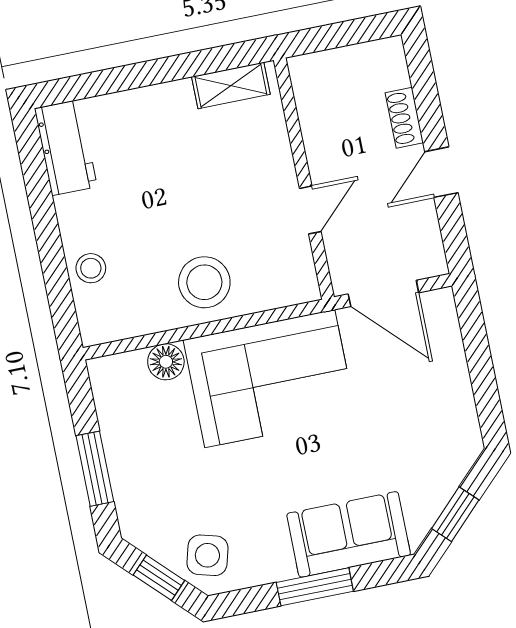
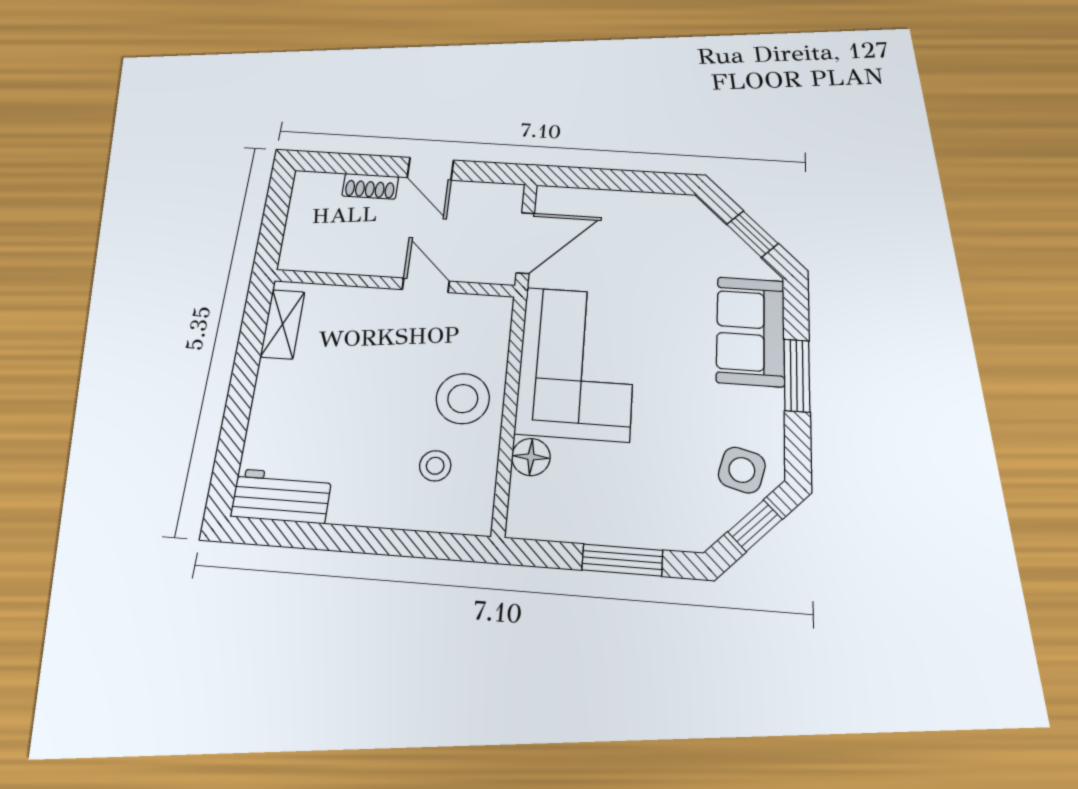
stool: (91, 268) -> (435, 466), moved

